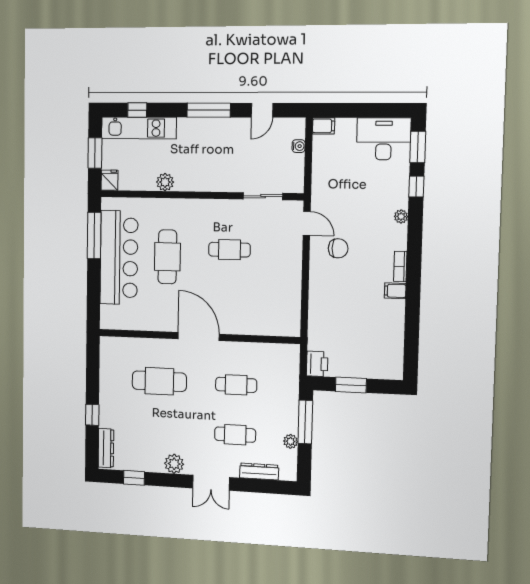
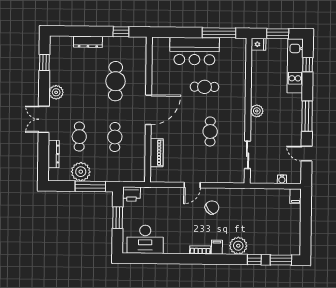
desk: (384, 139) -> (145, 239), moved, turned 90
plant: (165, 182) -> (257, 111), moved
plant: (401, 216) -> (238, 246), width x1.87, depth x1.87
door: (307, 223) -> (192, 185), moved
chair: (338, 248) -> (212, 207), turned -128
cafe table: (167, 257) -> (204, 87), width x0.73, depth x0.74
bar counter: (119, 258) -> (195, 51), width x0.73
filing cabinet: (395, 291) -> (217, 247), moved
piano: (259, 326) -> (157, 153), added
window: (92, 415) -> (121, 32), moved
plant: (291, 441) -> (81, 172), width x1.88, depth x1.88
dresser: (106, 448) -> (88, 42), moved

